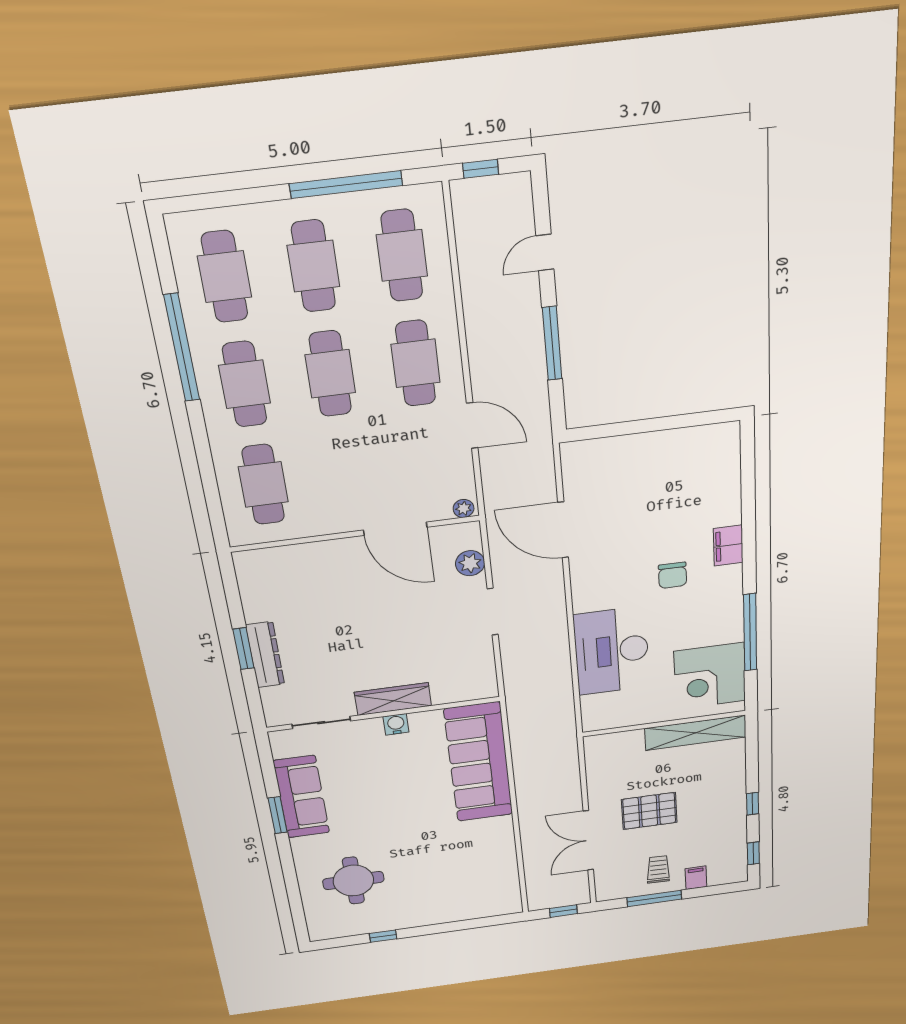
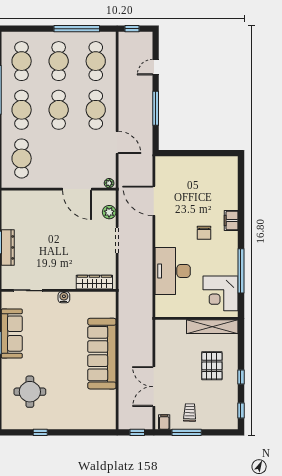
wardrobe: (393, 699) -> (94, 282), moved
sofa: (479, 762) -> (102, 354), moved
pallet: (649, 811) -> (212, 366), moved, turned 90
filing cabinet: (696, 878) -> (164, 422), moved

